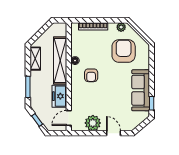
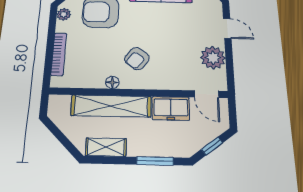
armchair: (91, 75) -> (137, 59), turned 128
door: (114, 133) -> (227, 28), swing flipped

